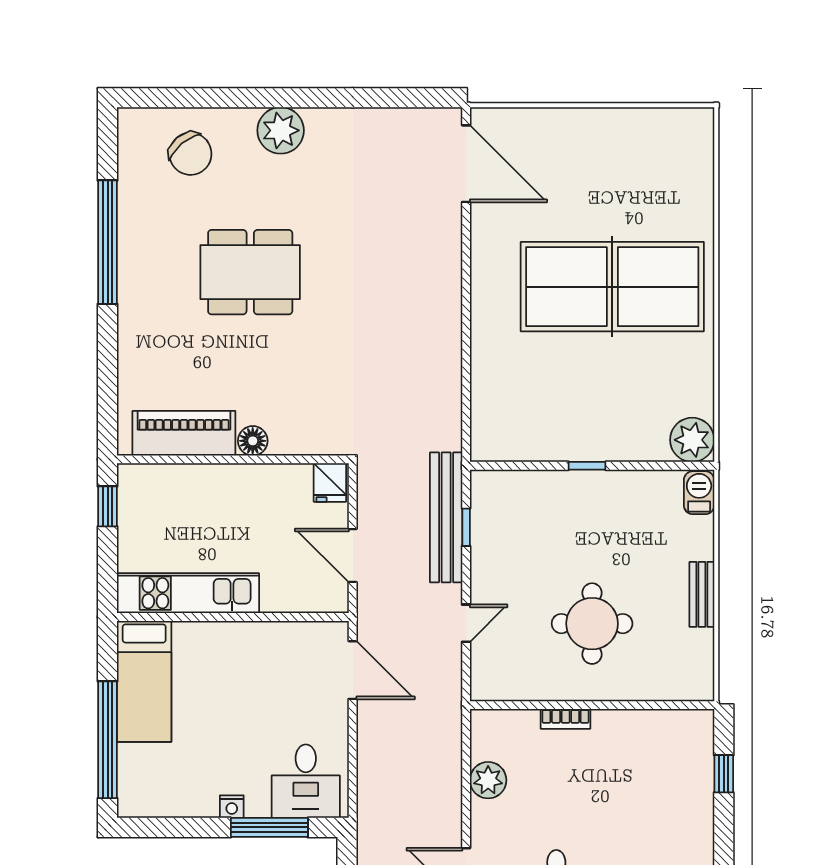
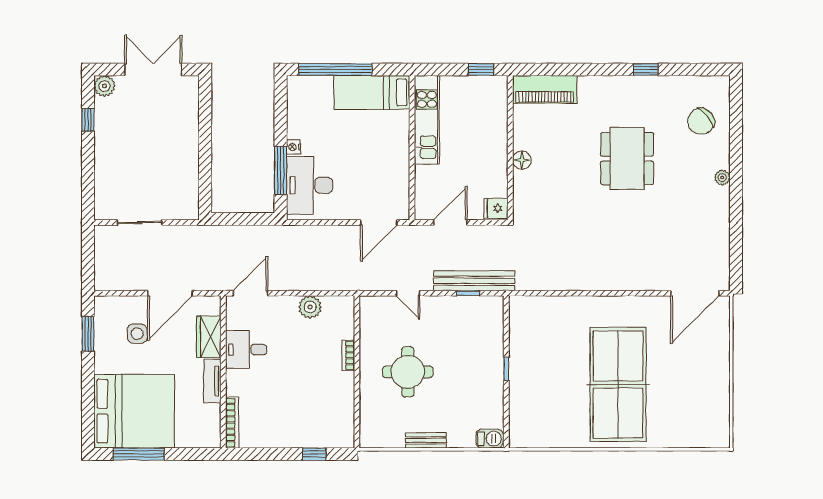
plant: (281, 130) -> (722, 178), width x0.53, depth x0.53
window: (108, 242) -> (646, 70), width x0.32
piano: (184, 433) -> (545, 89), moved, turned 90
plant: (692, 440) -> (522, 434), removed
desk: (306, 781) -> (309, 185), width x1.37

